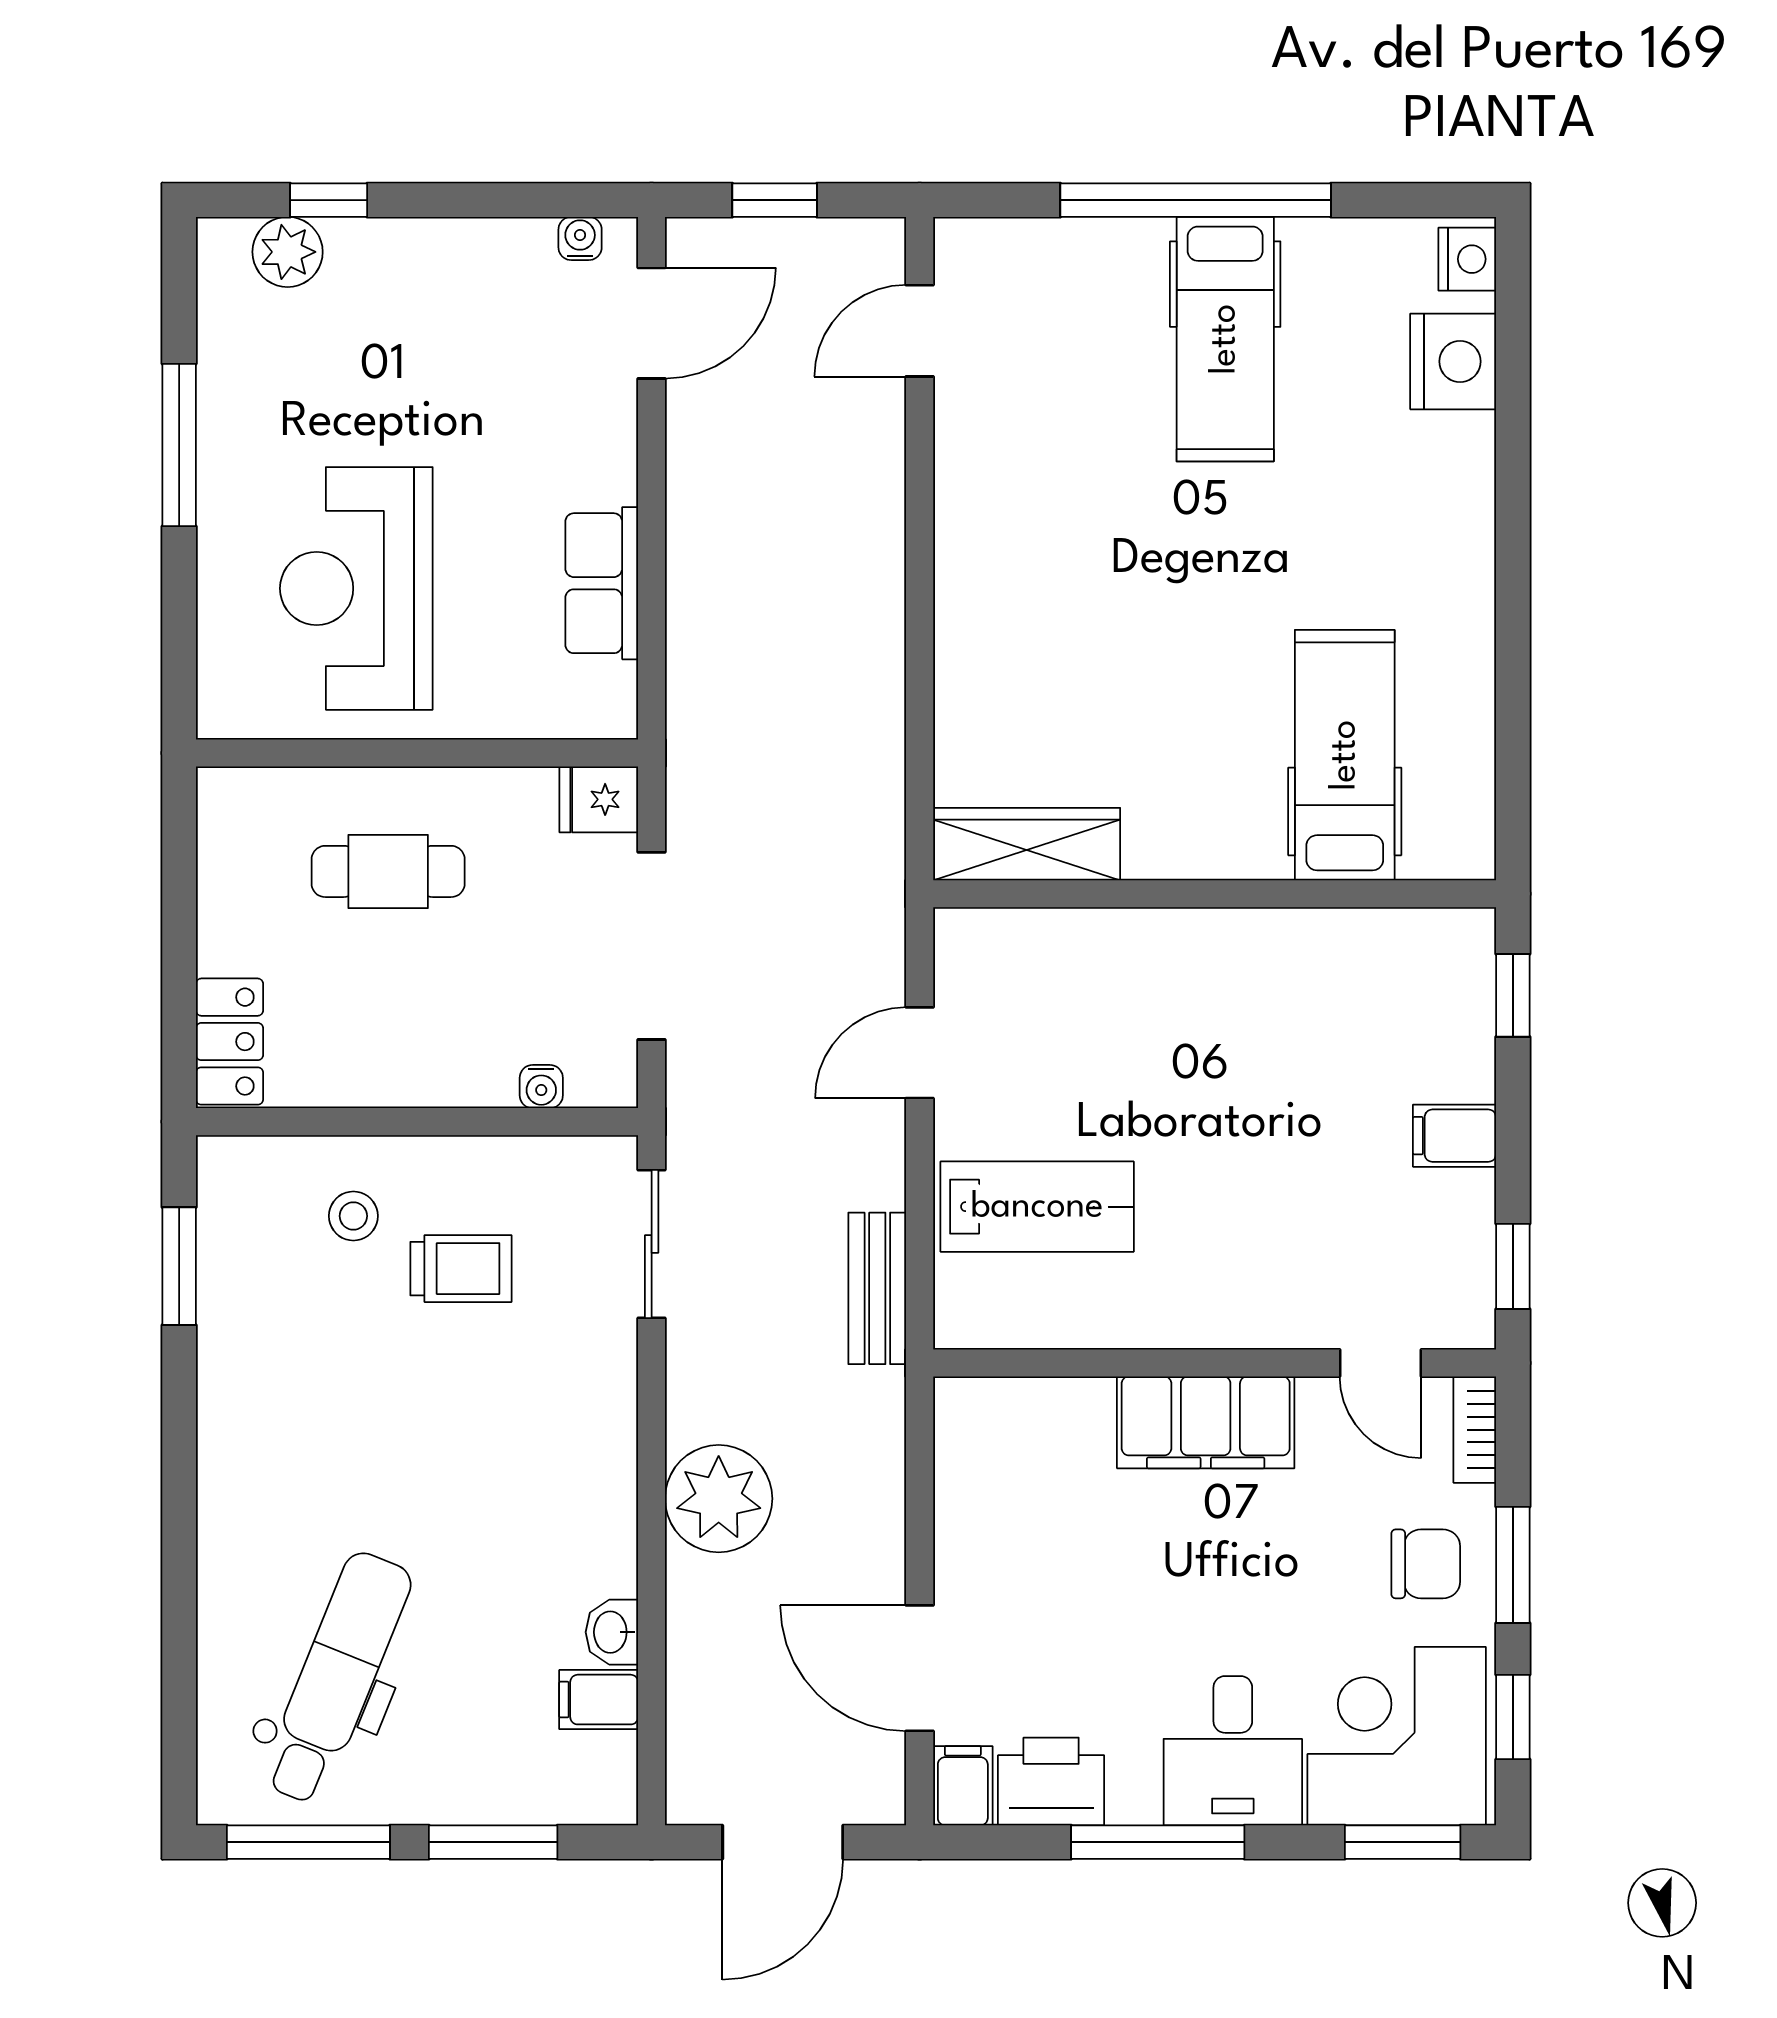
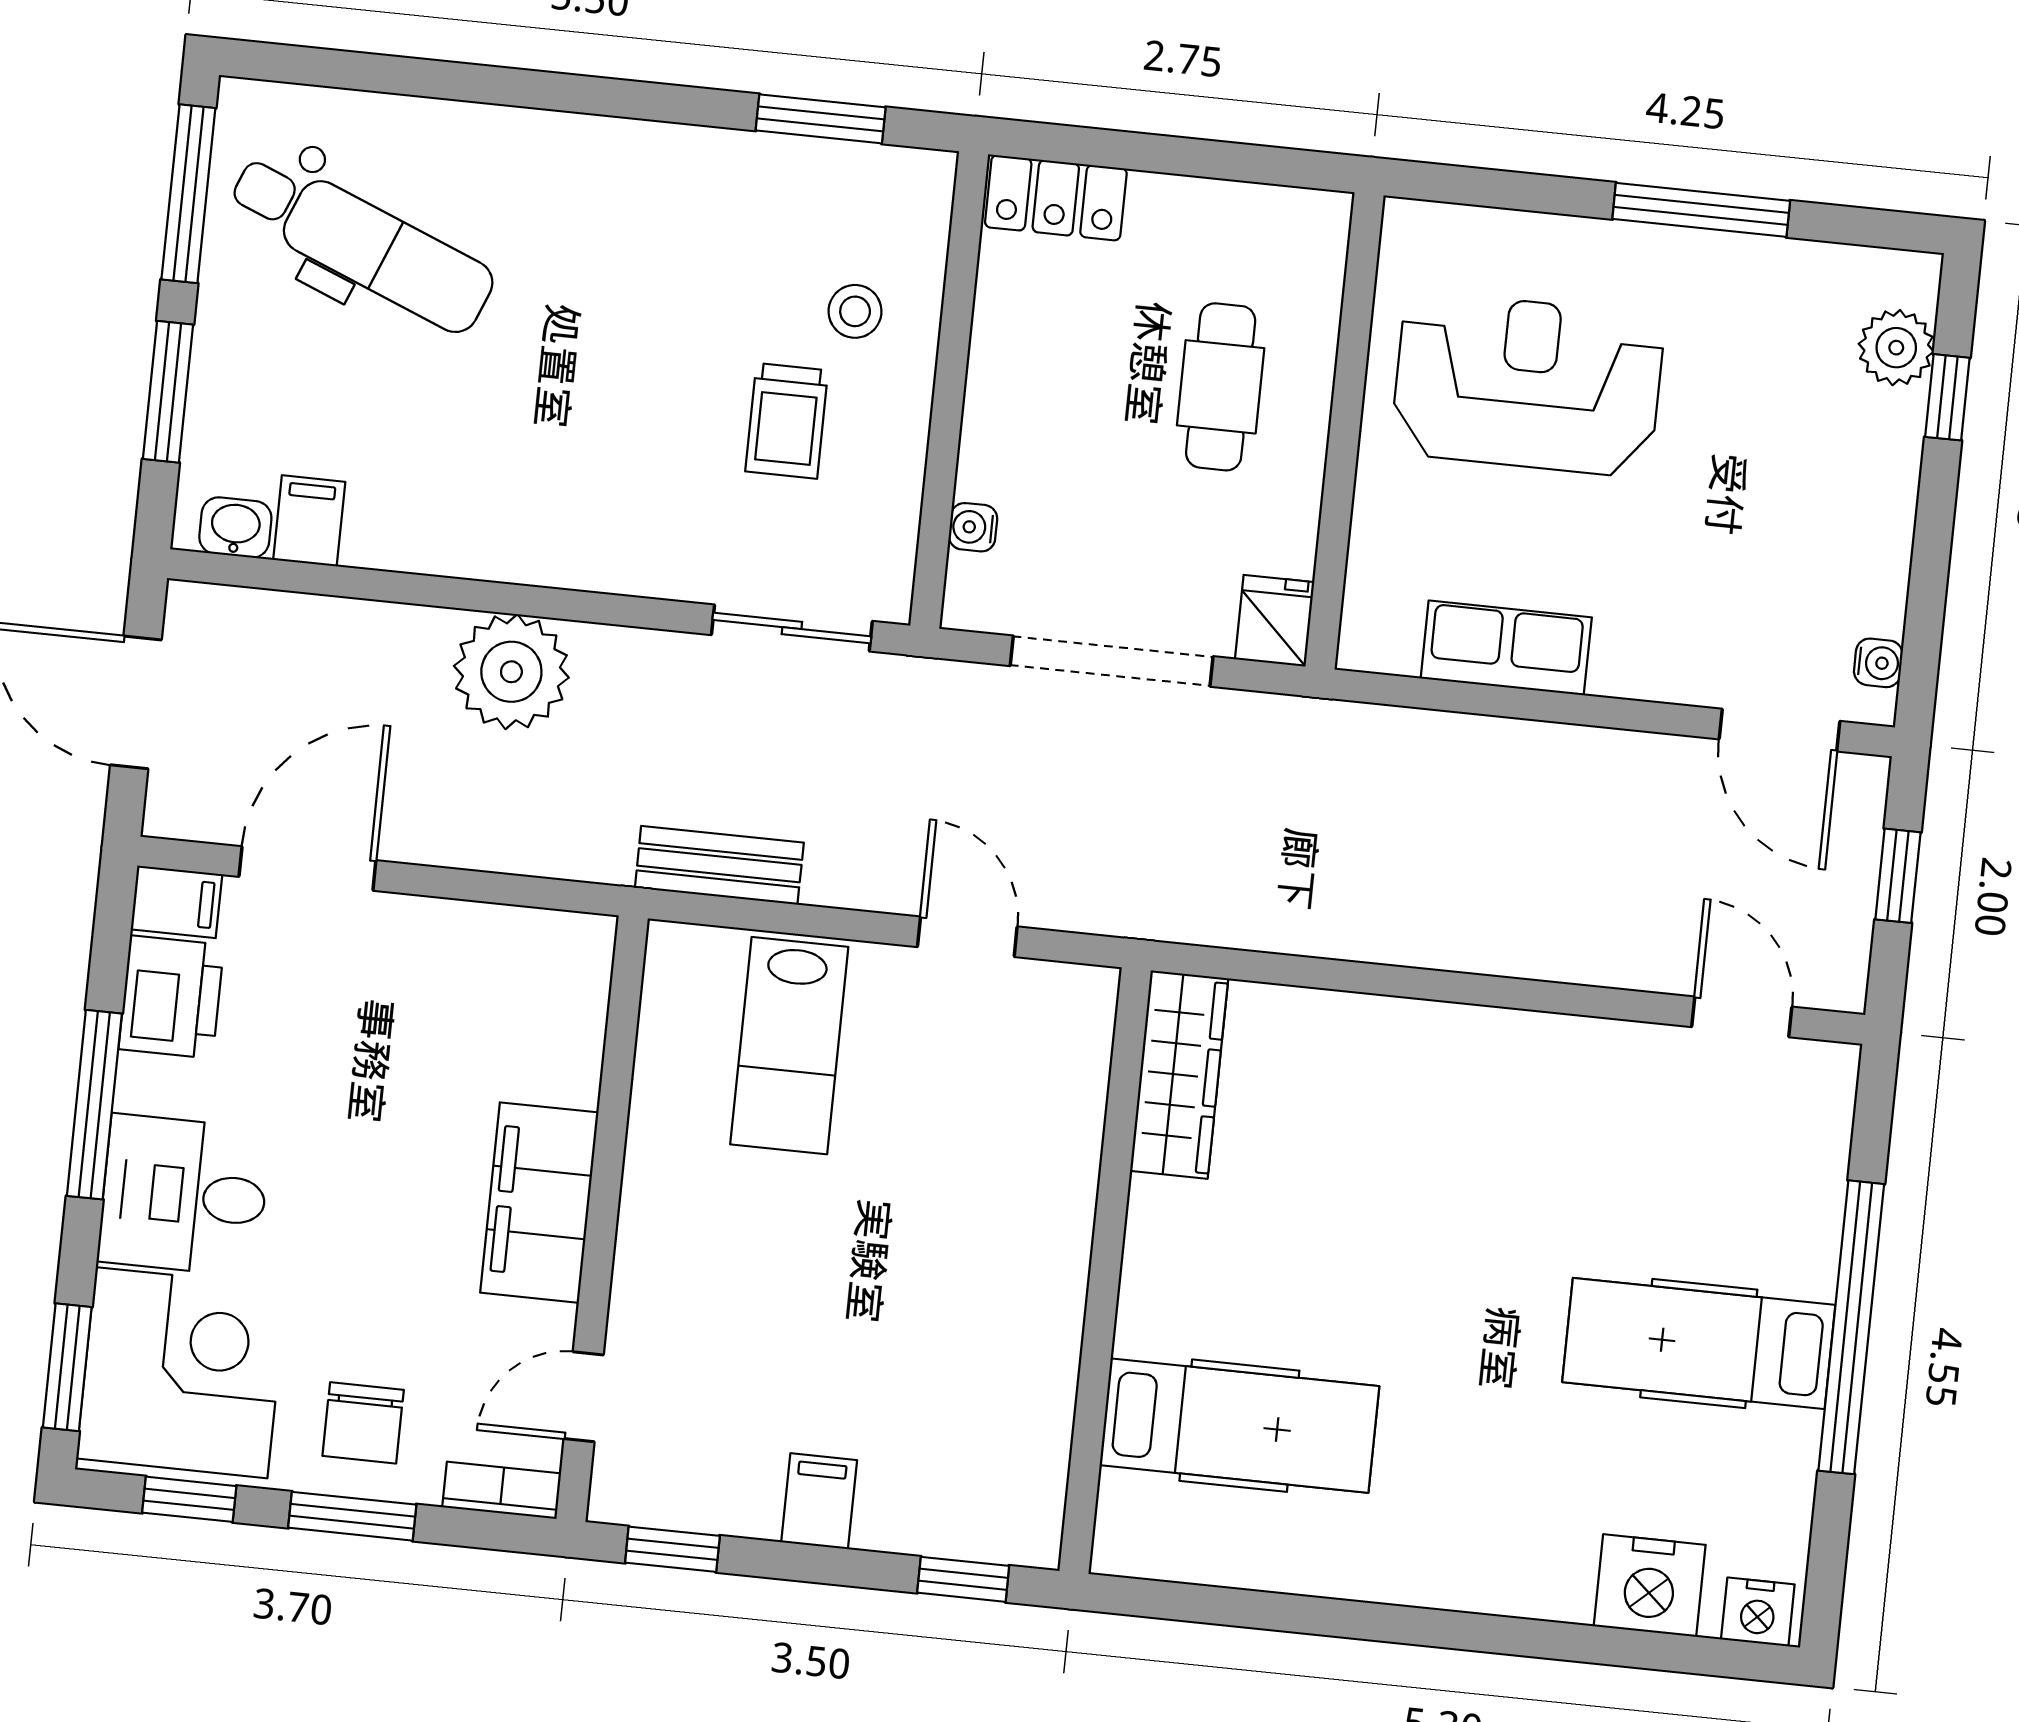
washbasin: (612, 1632) -> (235, 528), moved

